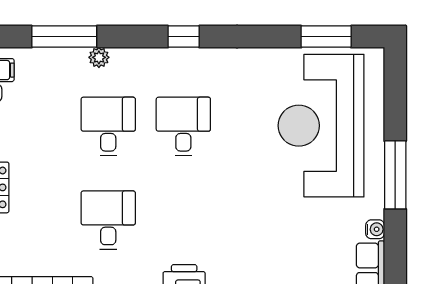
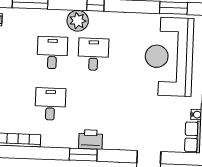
plant: (99, 57) -> (78, 21), moved, width x1.88, depth x1.88

